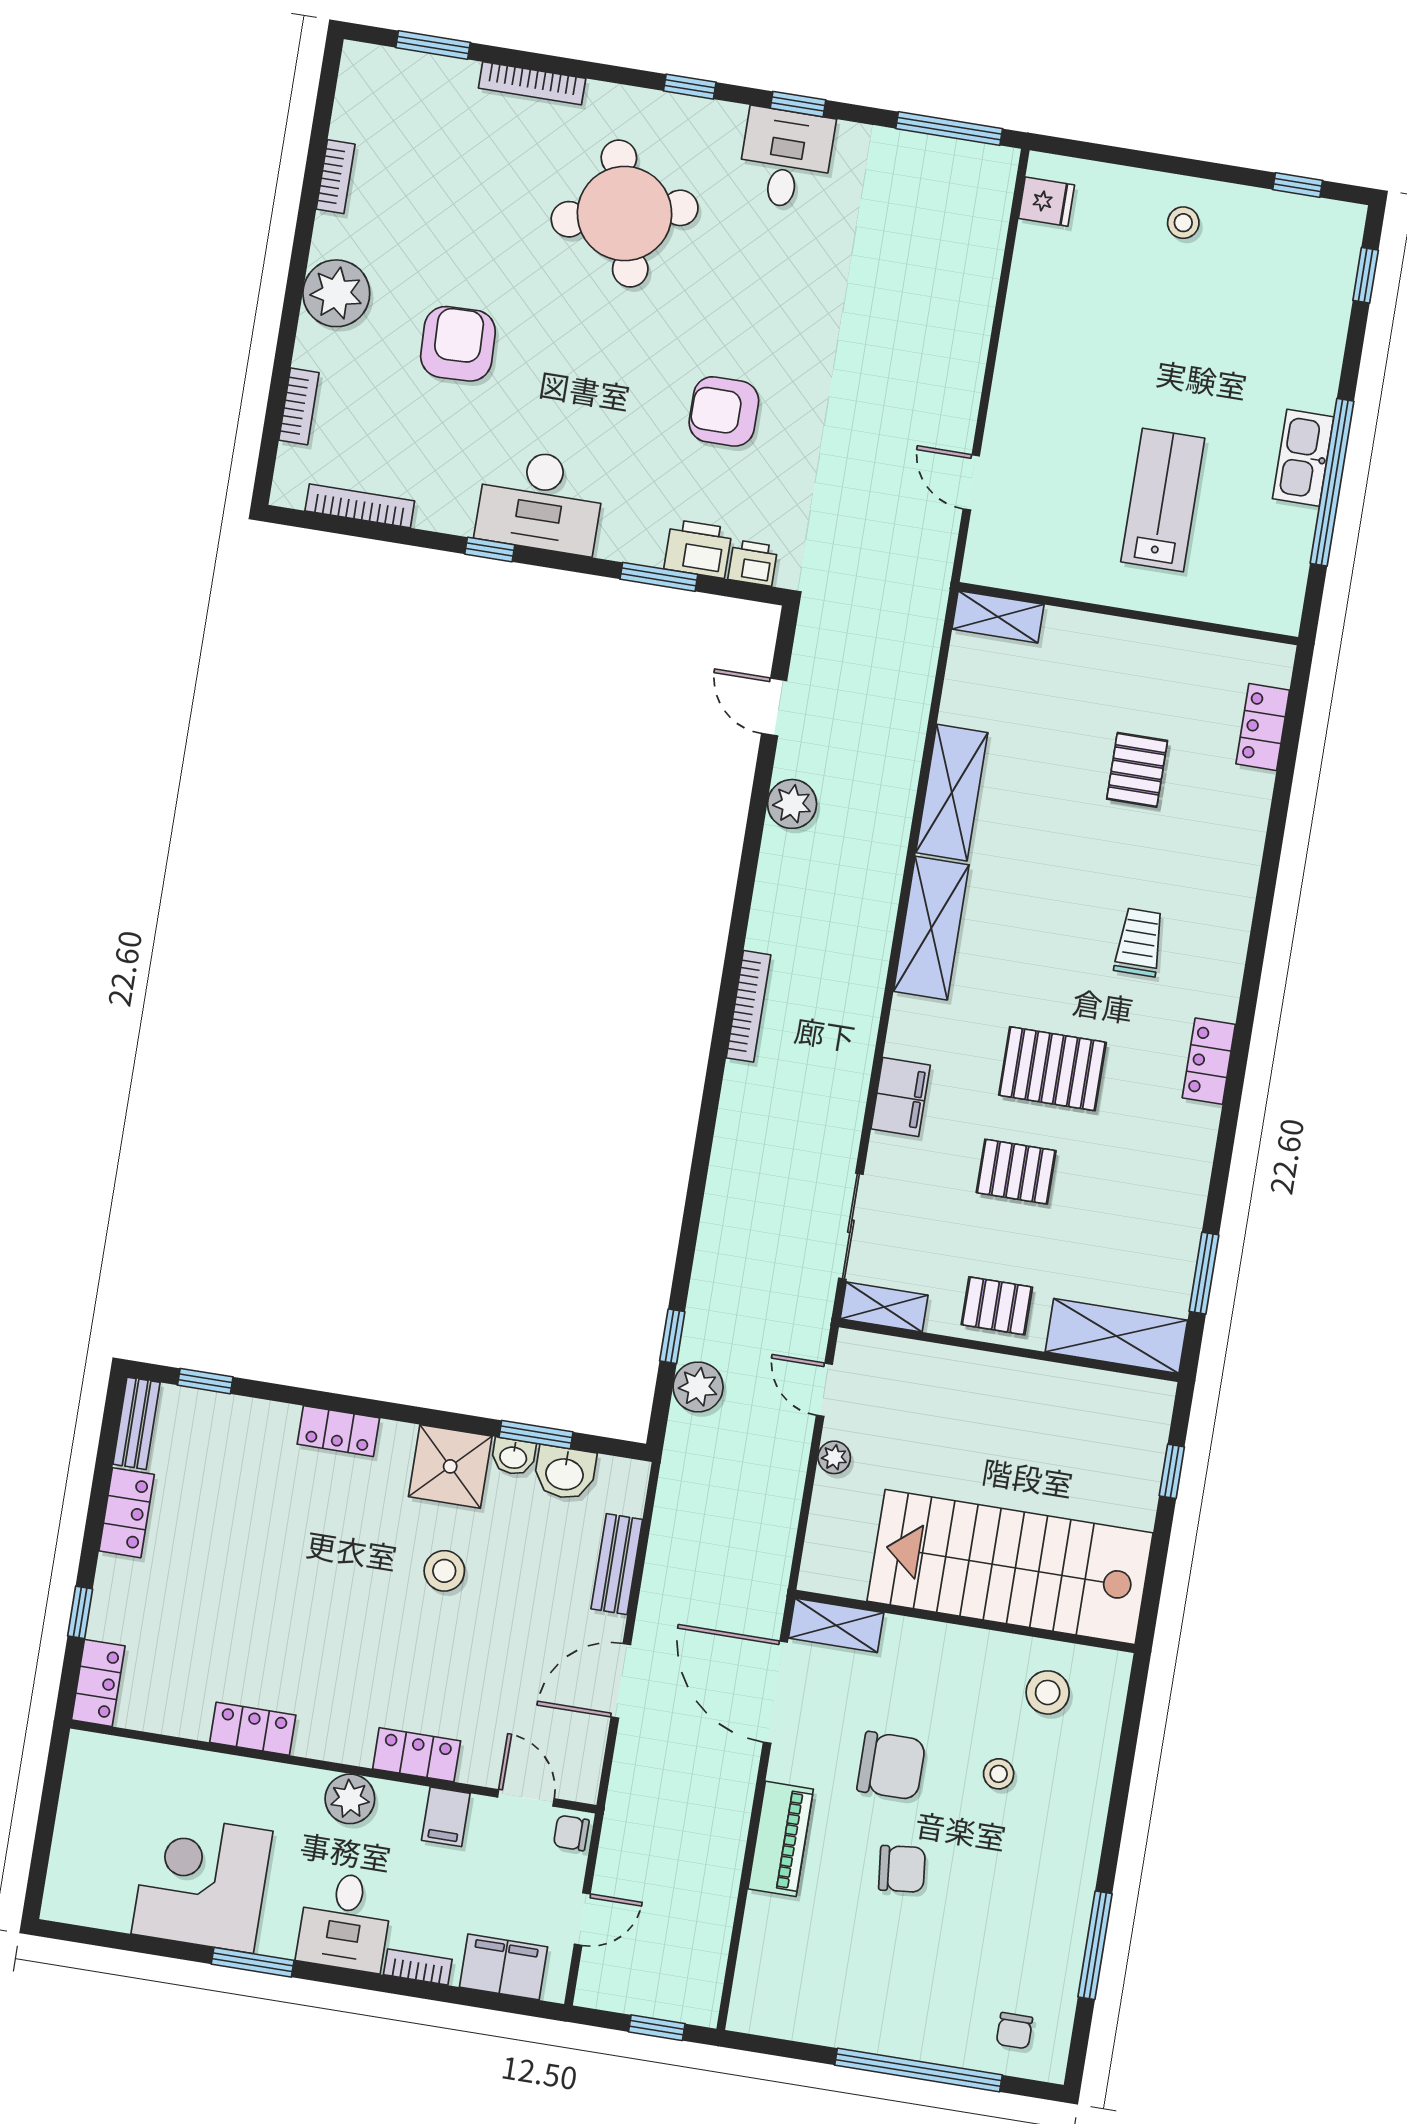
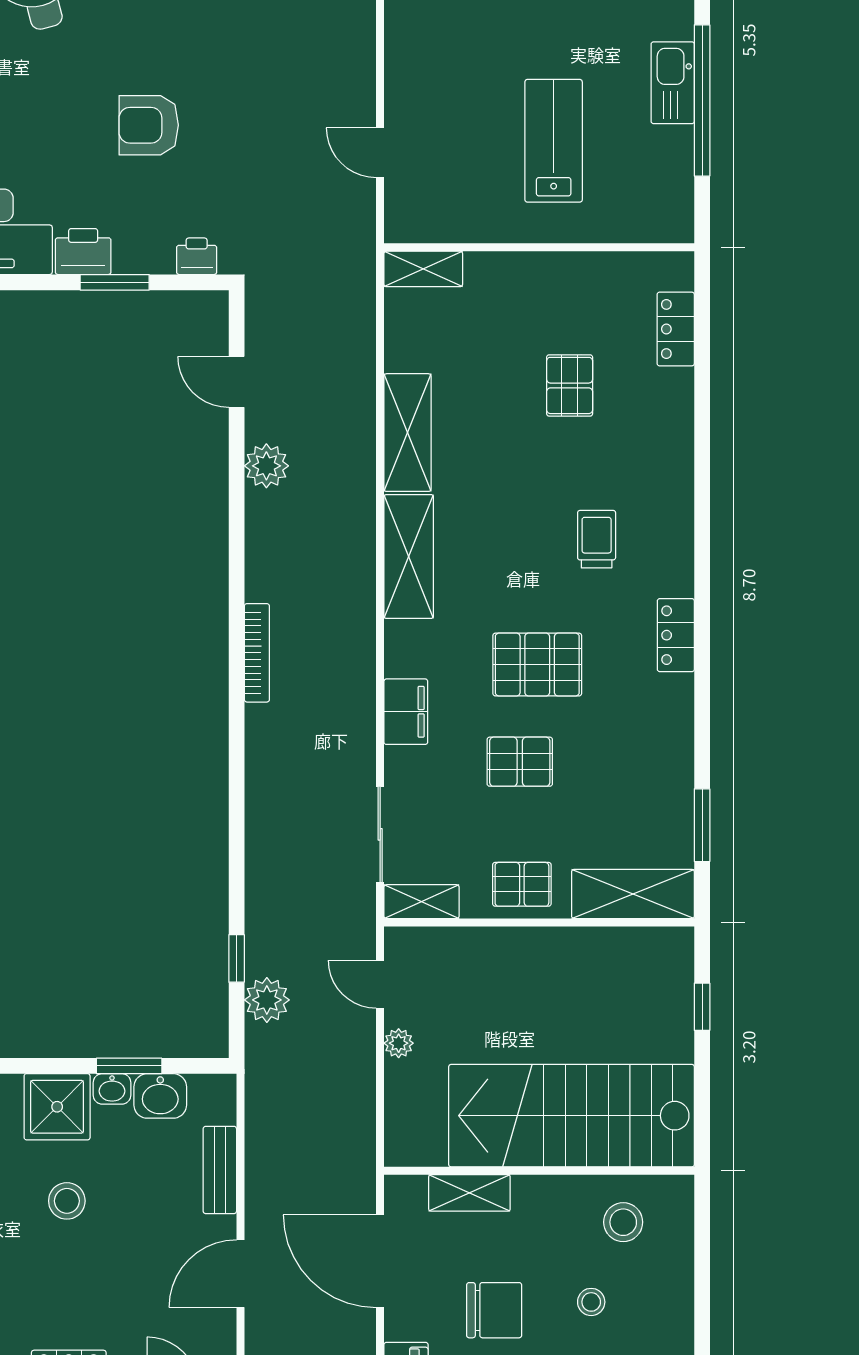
printer: (698, 549) -> (83, 252), moved
shelving: (836, 1625) -> (469, 1193), moved

